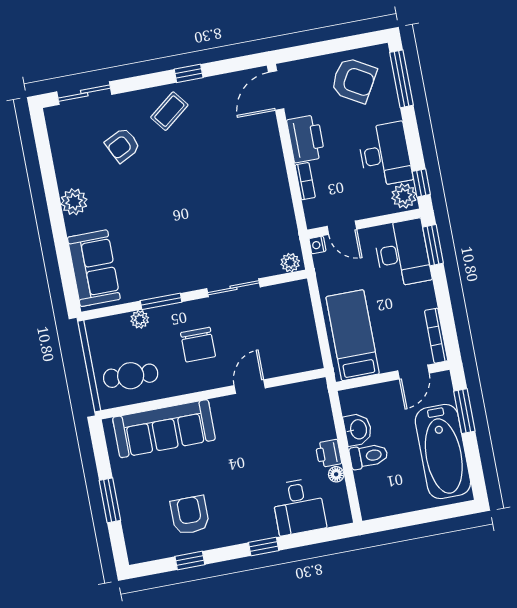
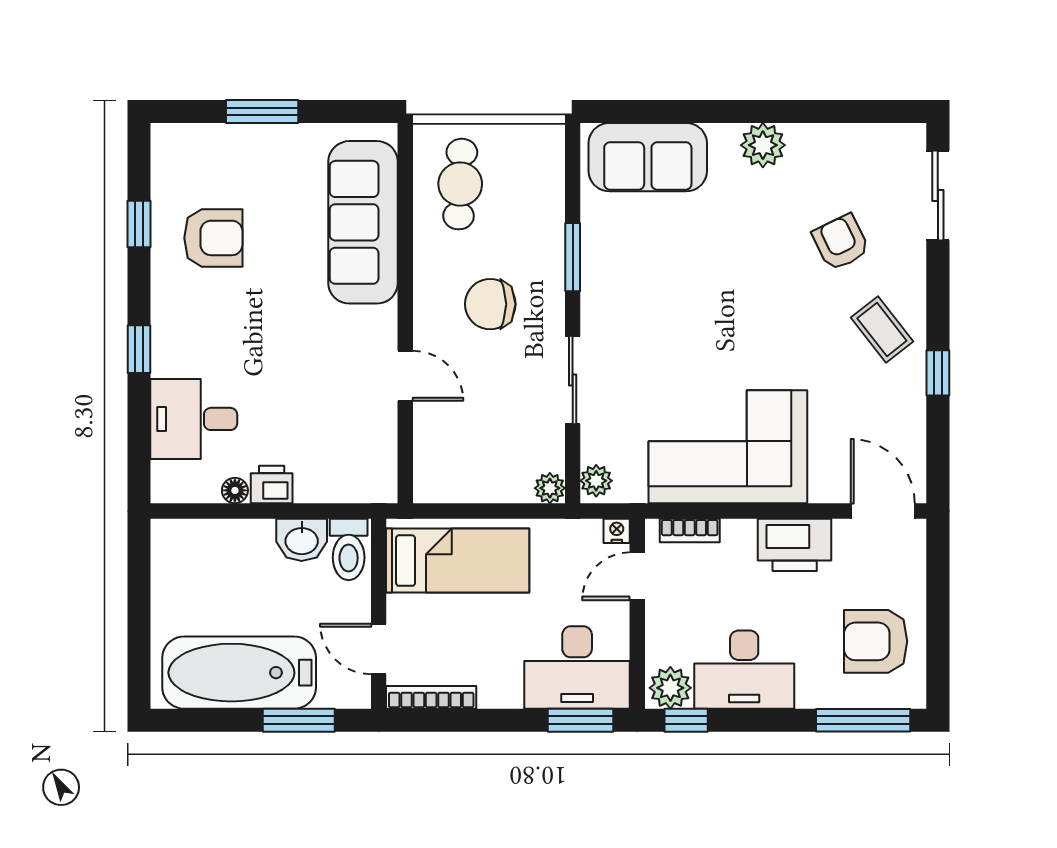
armchair: (354, 80) -> (876, 641), turned 60
bookcase: (305, 181) -> (690, 530), moved
corner sofa: (256, 189) -> (728, 447), added
plant: (140, 319) -> (550, 488), moved
toilet: (369, 456) -> (349, 549), moved

